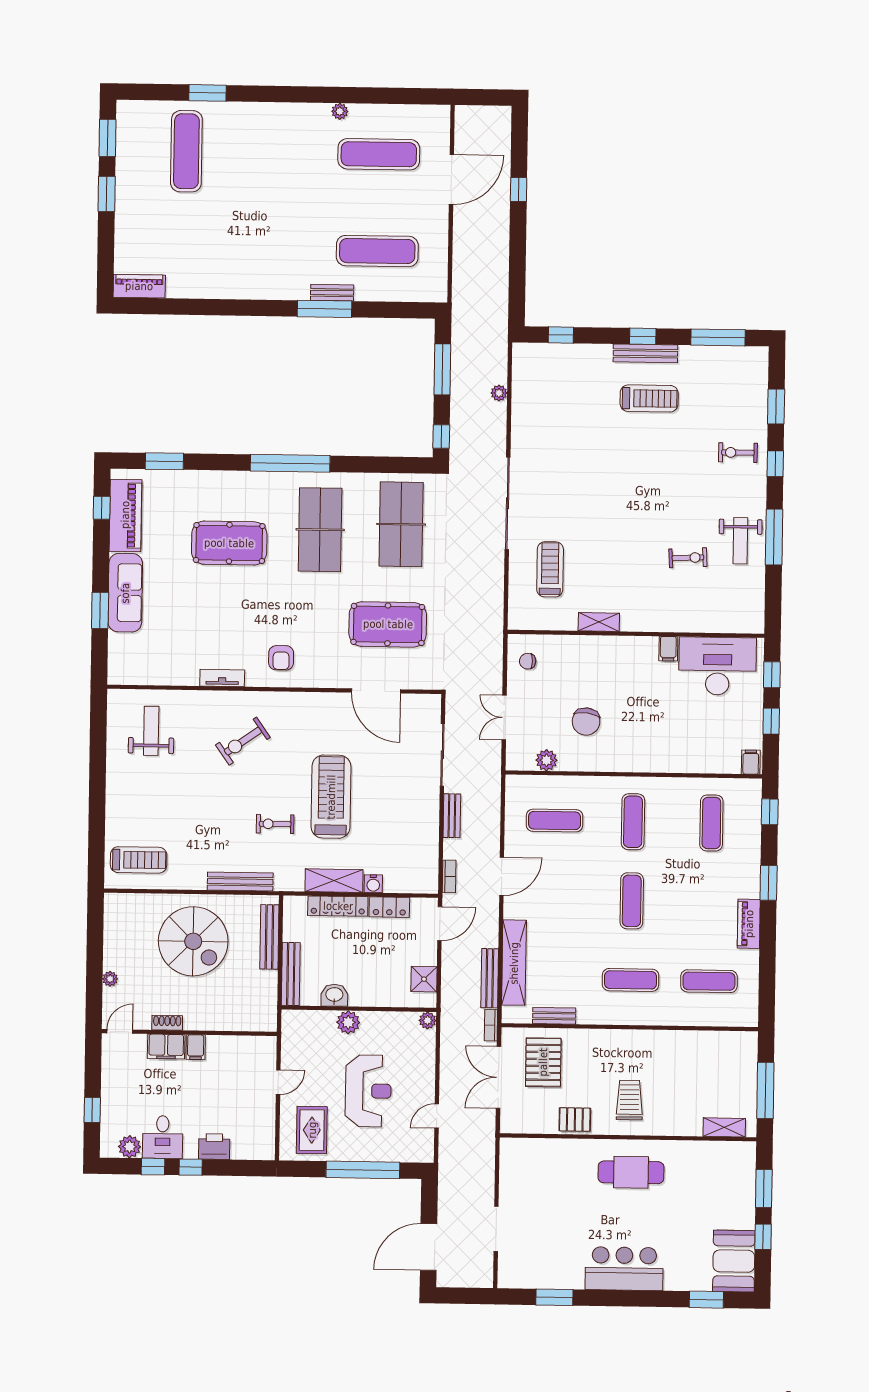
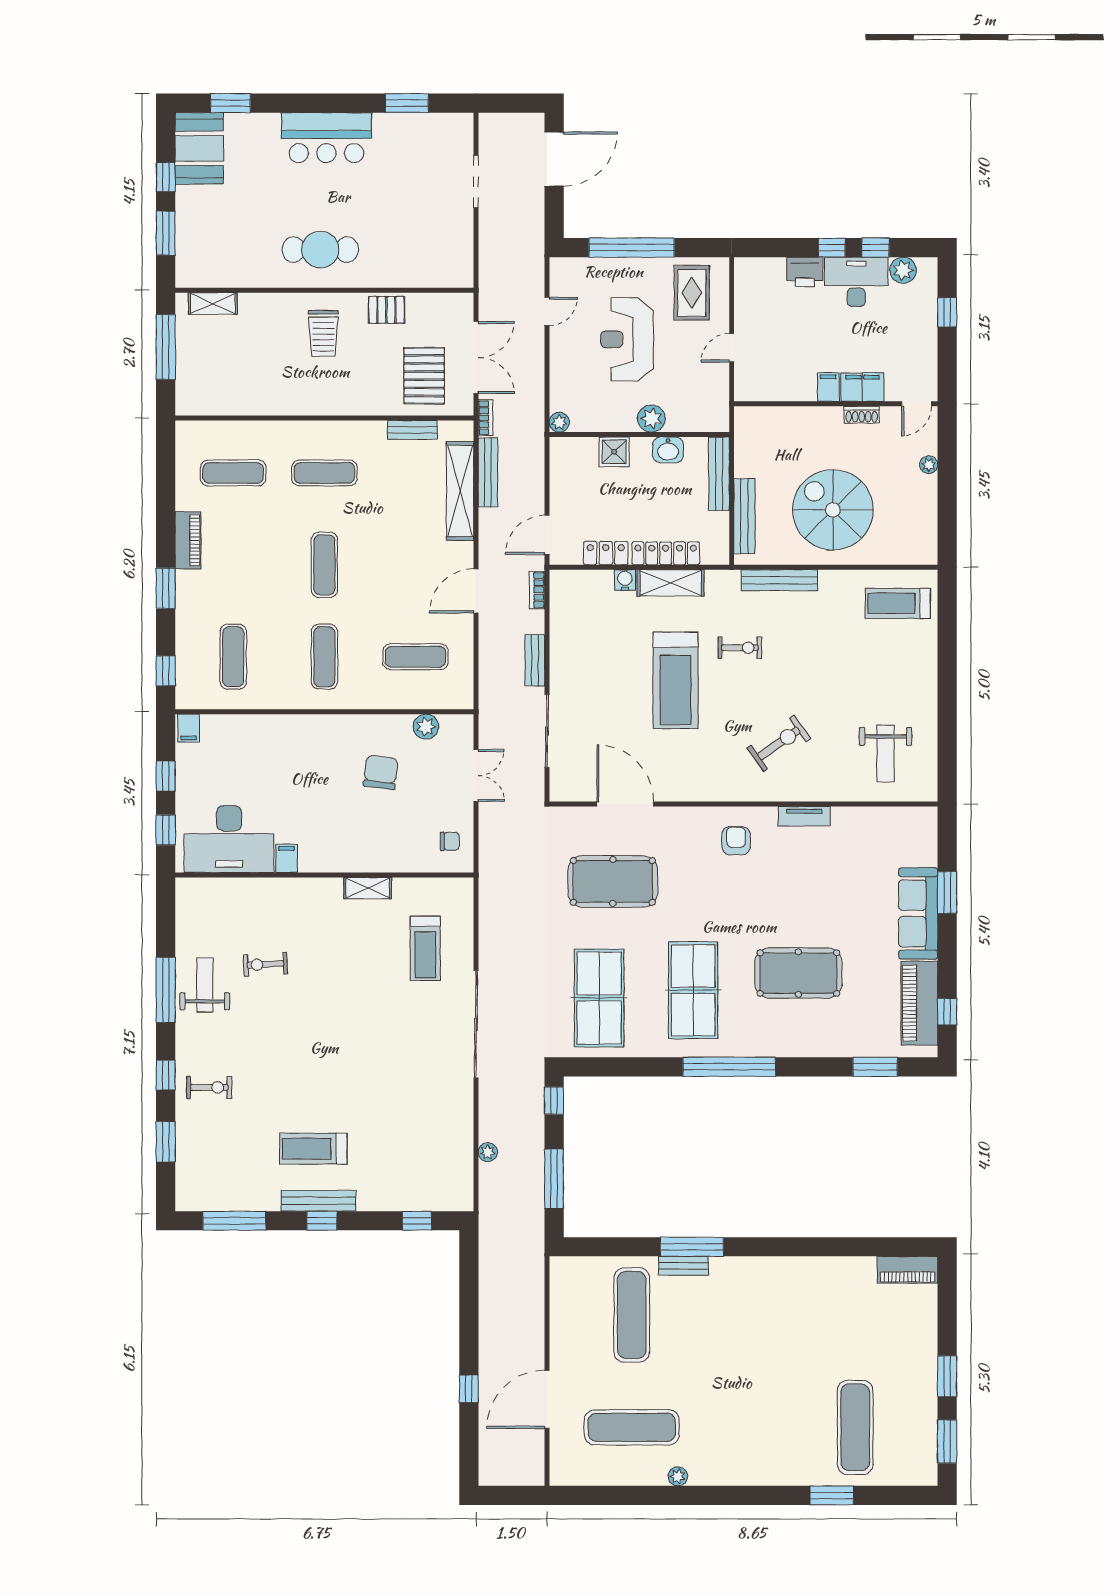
exercise mat: (377, 251) -> (632, 1315), turned 90
shower: (424, 979) -> (614, 452), moved
desk: (163, 1137) -> (856, 282), width x1.37

